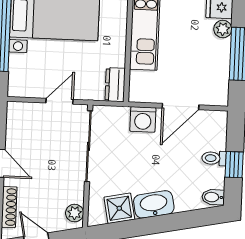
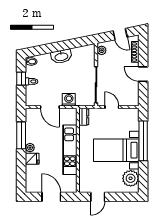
door: (59, 101) -> (112, 107), swing flipped
door: (181, 107) -> (50, 107), swing flipped
shower: (119, 208) -> (79, 54), removed

